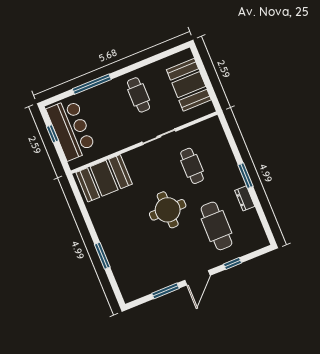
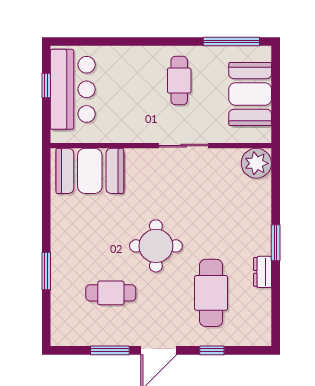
window: (92, 84) -> (231, 42), moved
plant: (212, 129) -> (256, 163), added
cafe table: (192, 166) -> (111, 293), moved, turned 90

